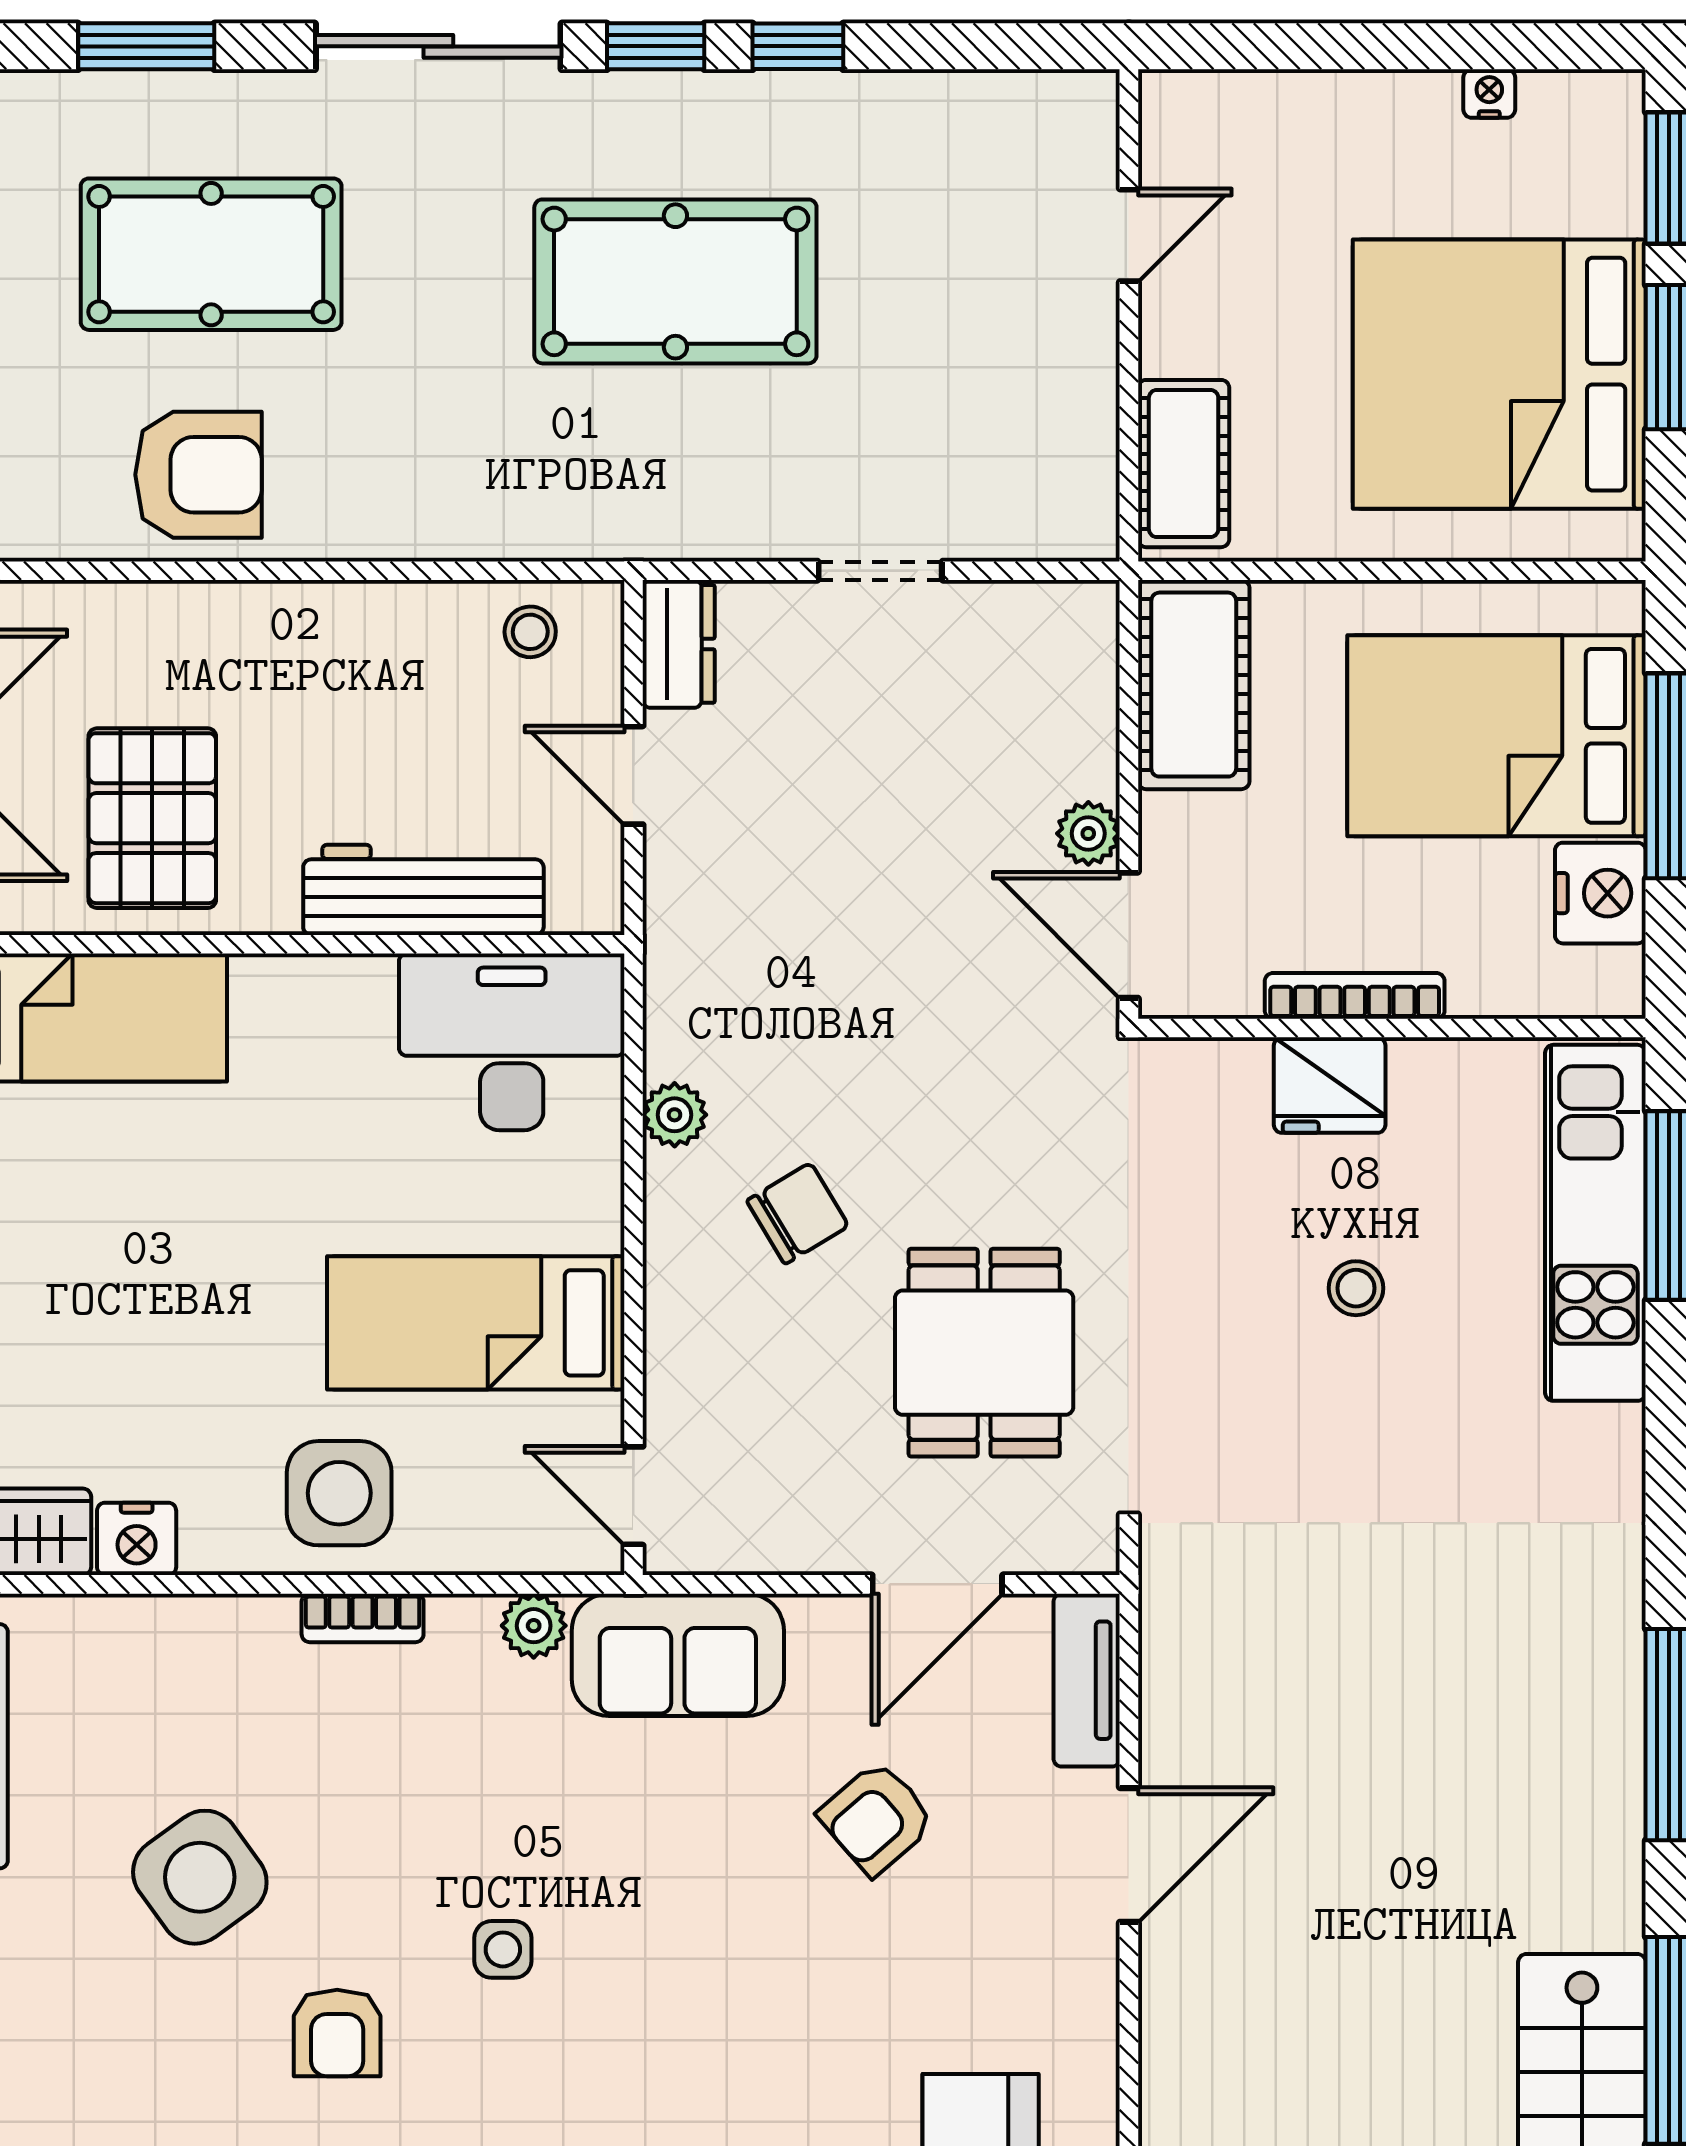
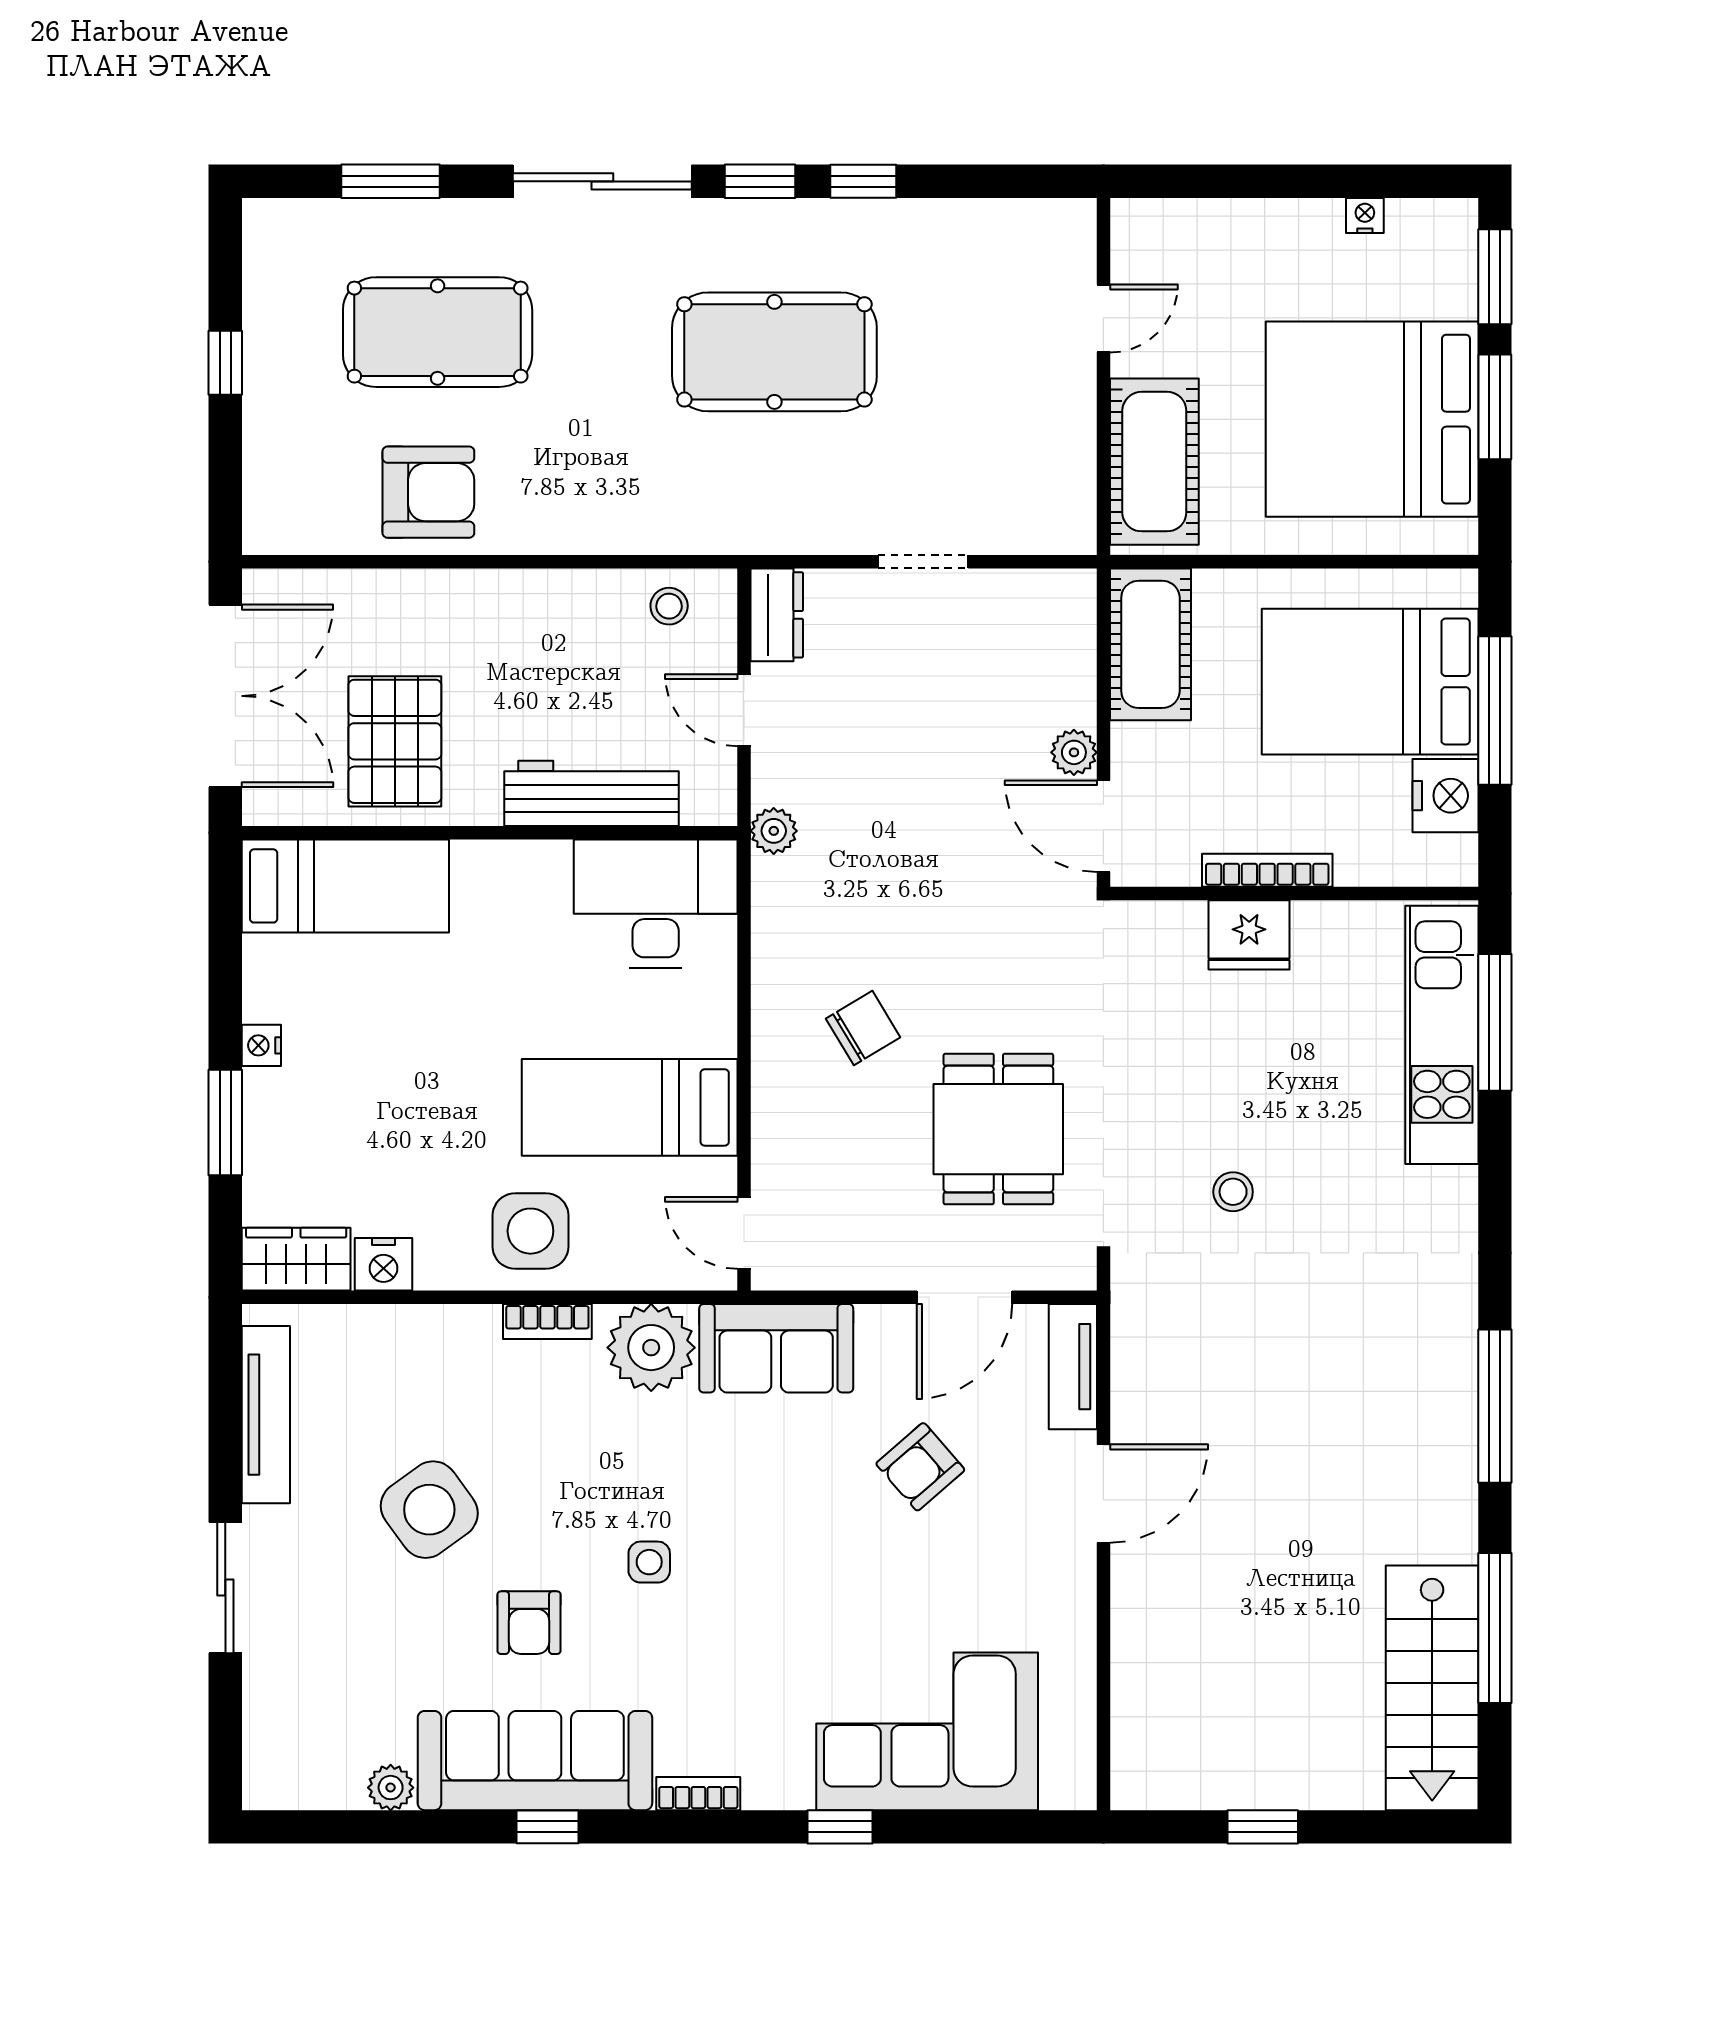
cot: (1184, 464) -> (1154, 462), width x1.37, depth x1.34
plant: (675, 1115) -> (774, 831), moved
stool: (1356, 1288) -> (1233, 1192), moved
plant: (534, 1626) -> (651, 1348), width x1.88, depth x1.88

